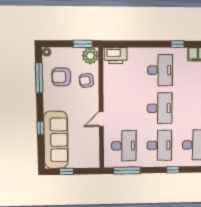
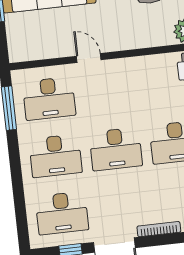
armchair: (86, 80) -> (147, 29), removed
window: (173, 170) -> (17, 183), removed

